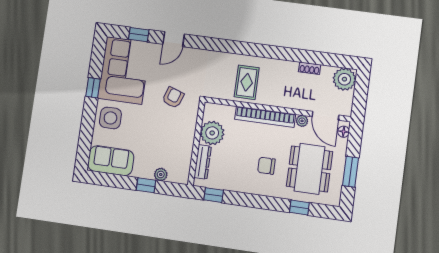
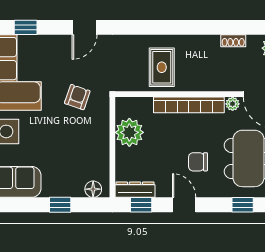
door: (174, 39) -> (84, 27), moved
dresser: (203, 162) -> (135, 190), moved, turned -90
plant: (161, 174) -> (76, 190), removed
floor lamp: (175, 176) -> (93, 189), added
door: (250, 200) -> (184, 205), added

